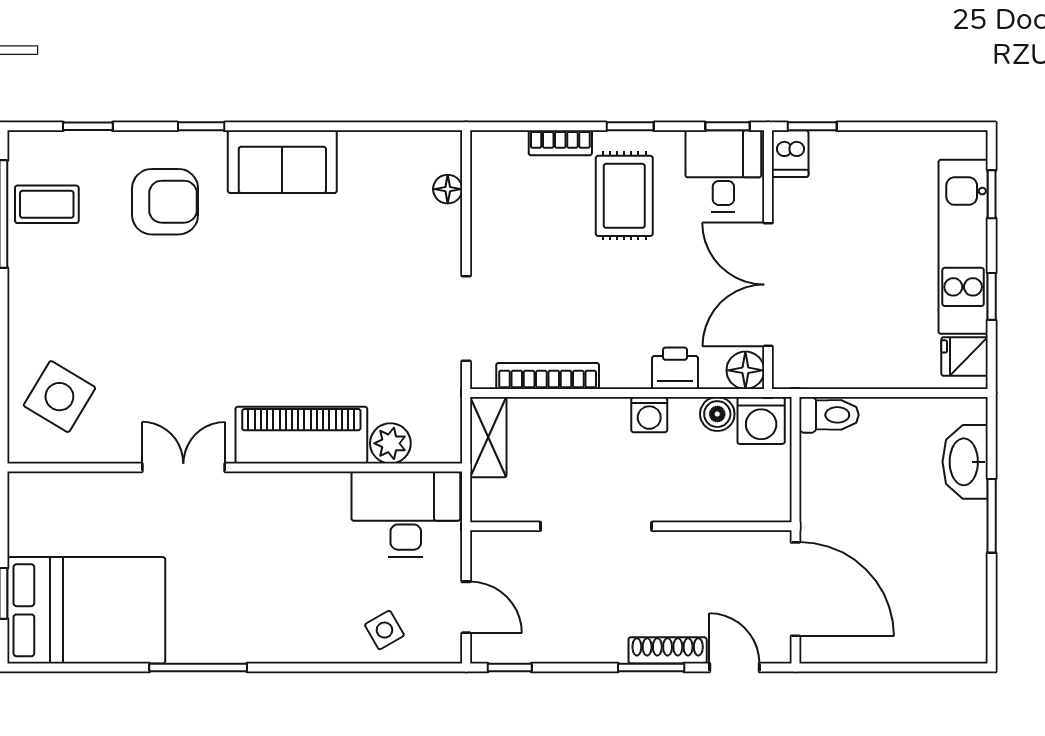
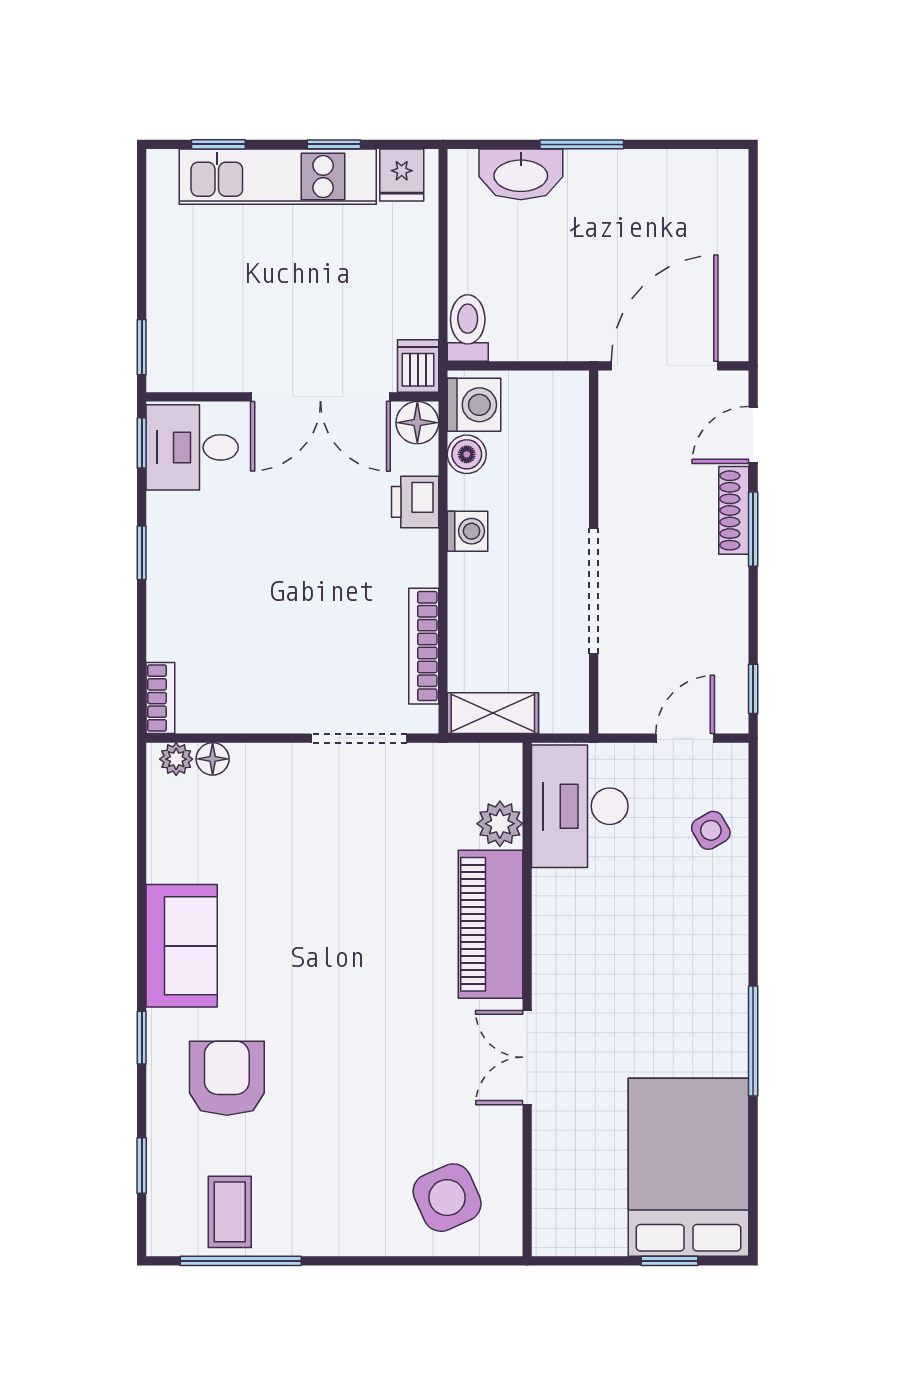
bookcase: (560, 143) -> (160, 698), moved
dishwasher: (790, 154) -> (418, 366), moved, turned -90
plant: (448, 157) -> (176, 759), added
rug: (624, 196) -> (220, 559), removed
side table: (59, 397) -> (447, 1198), turned 35

